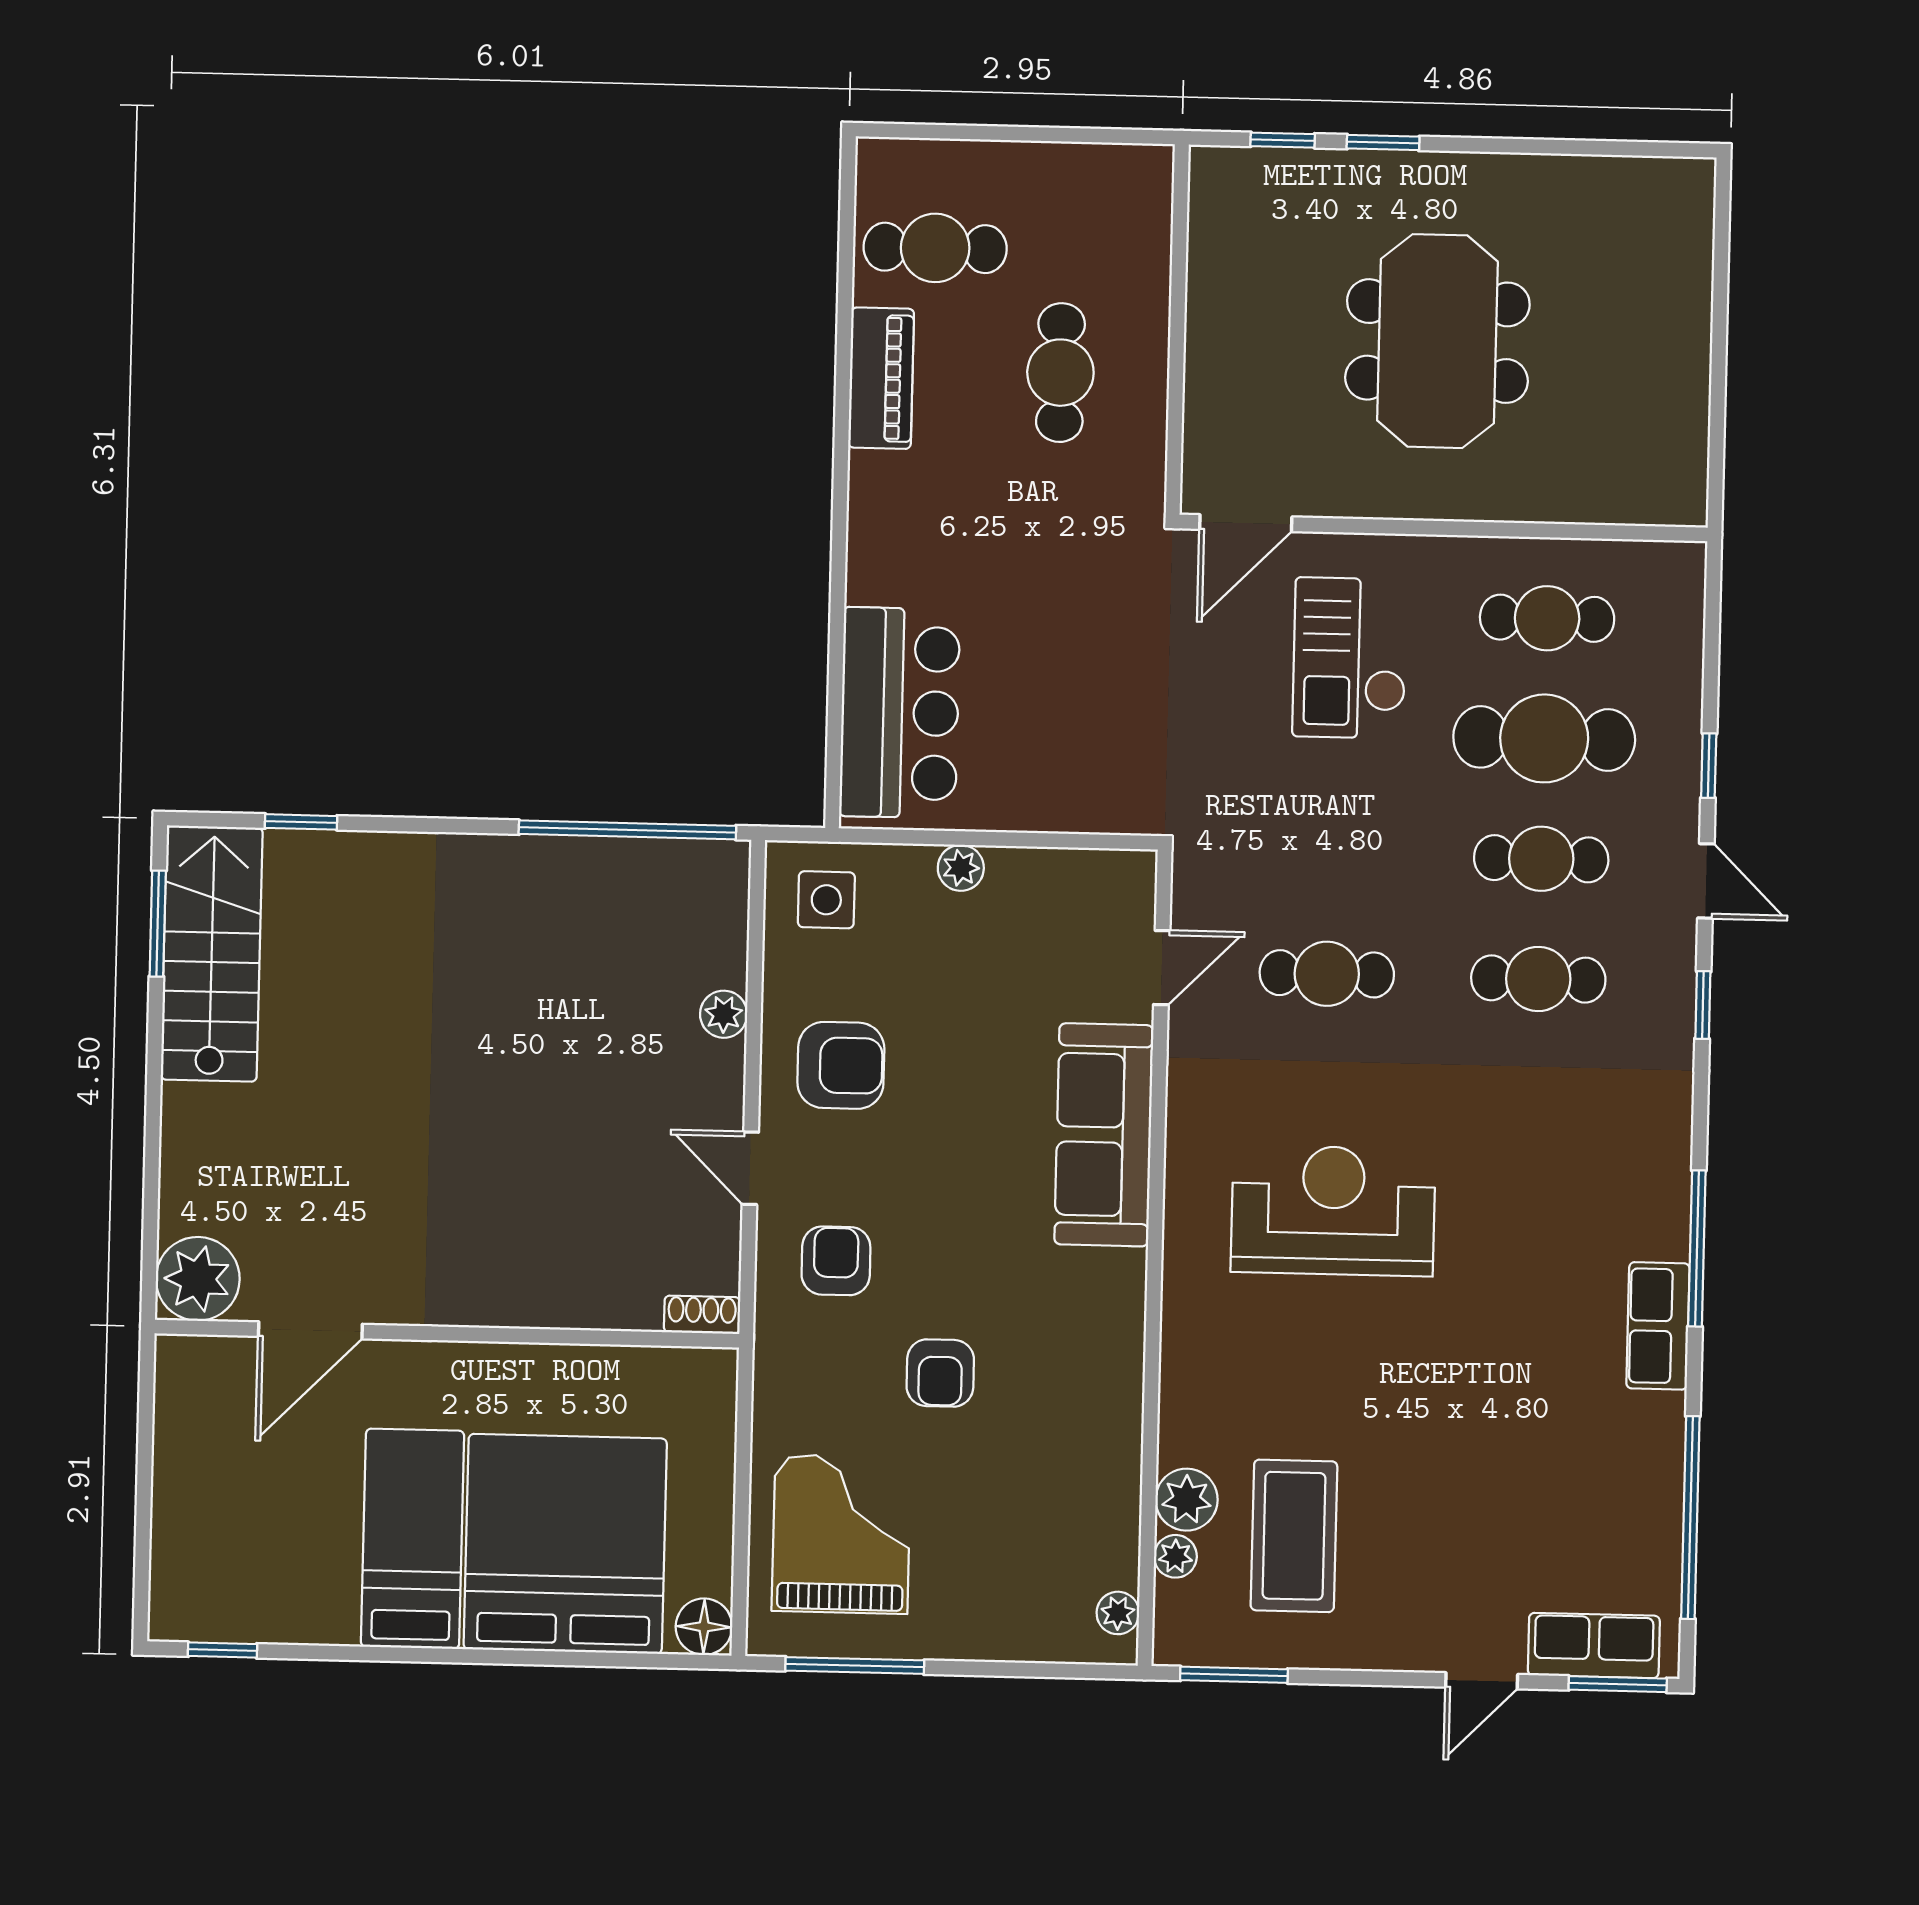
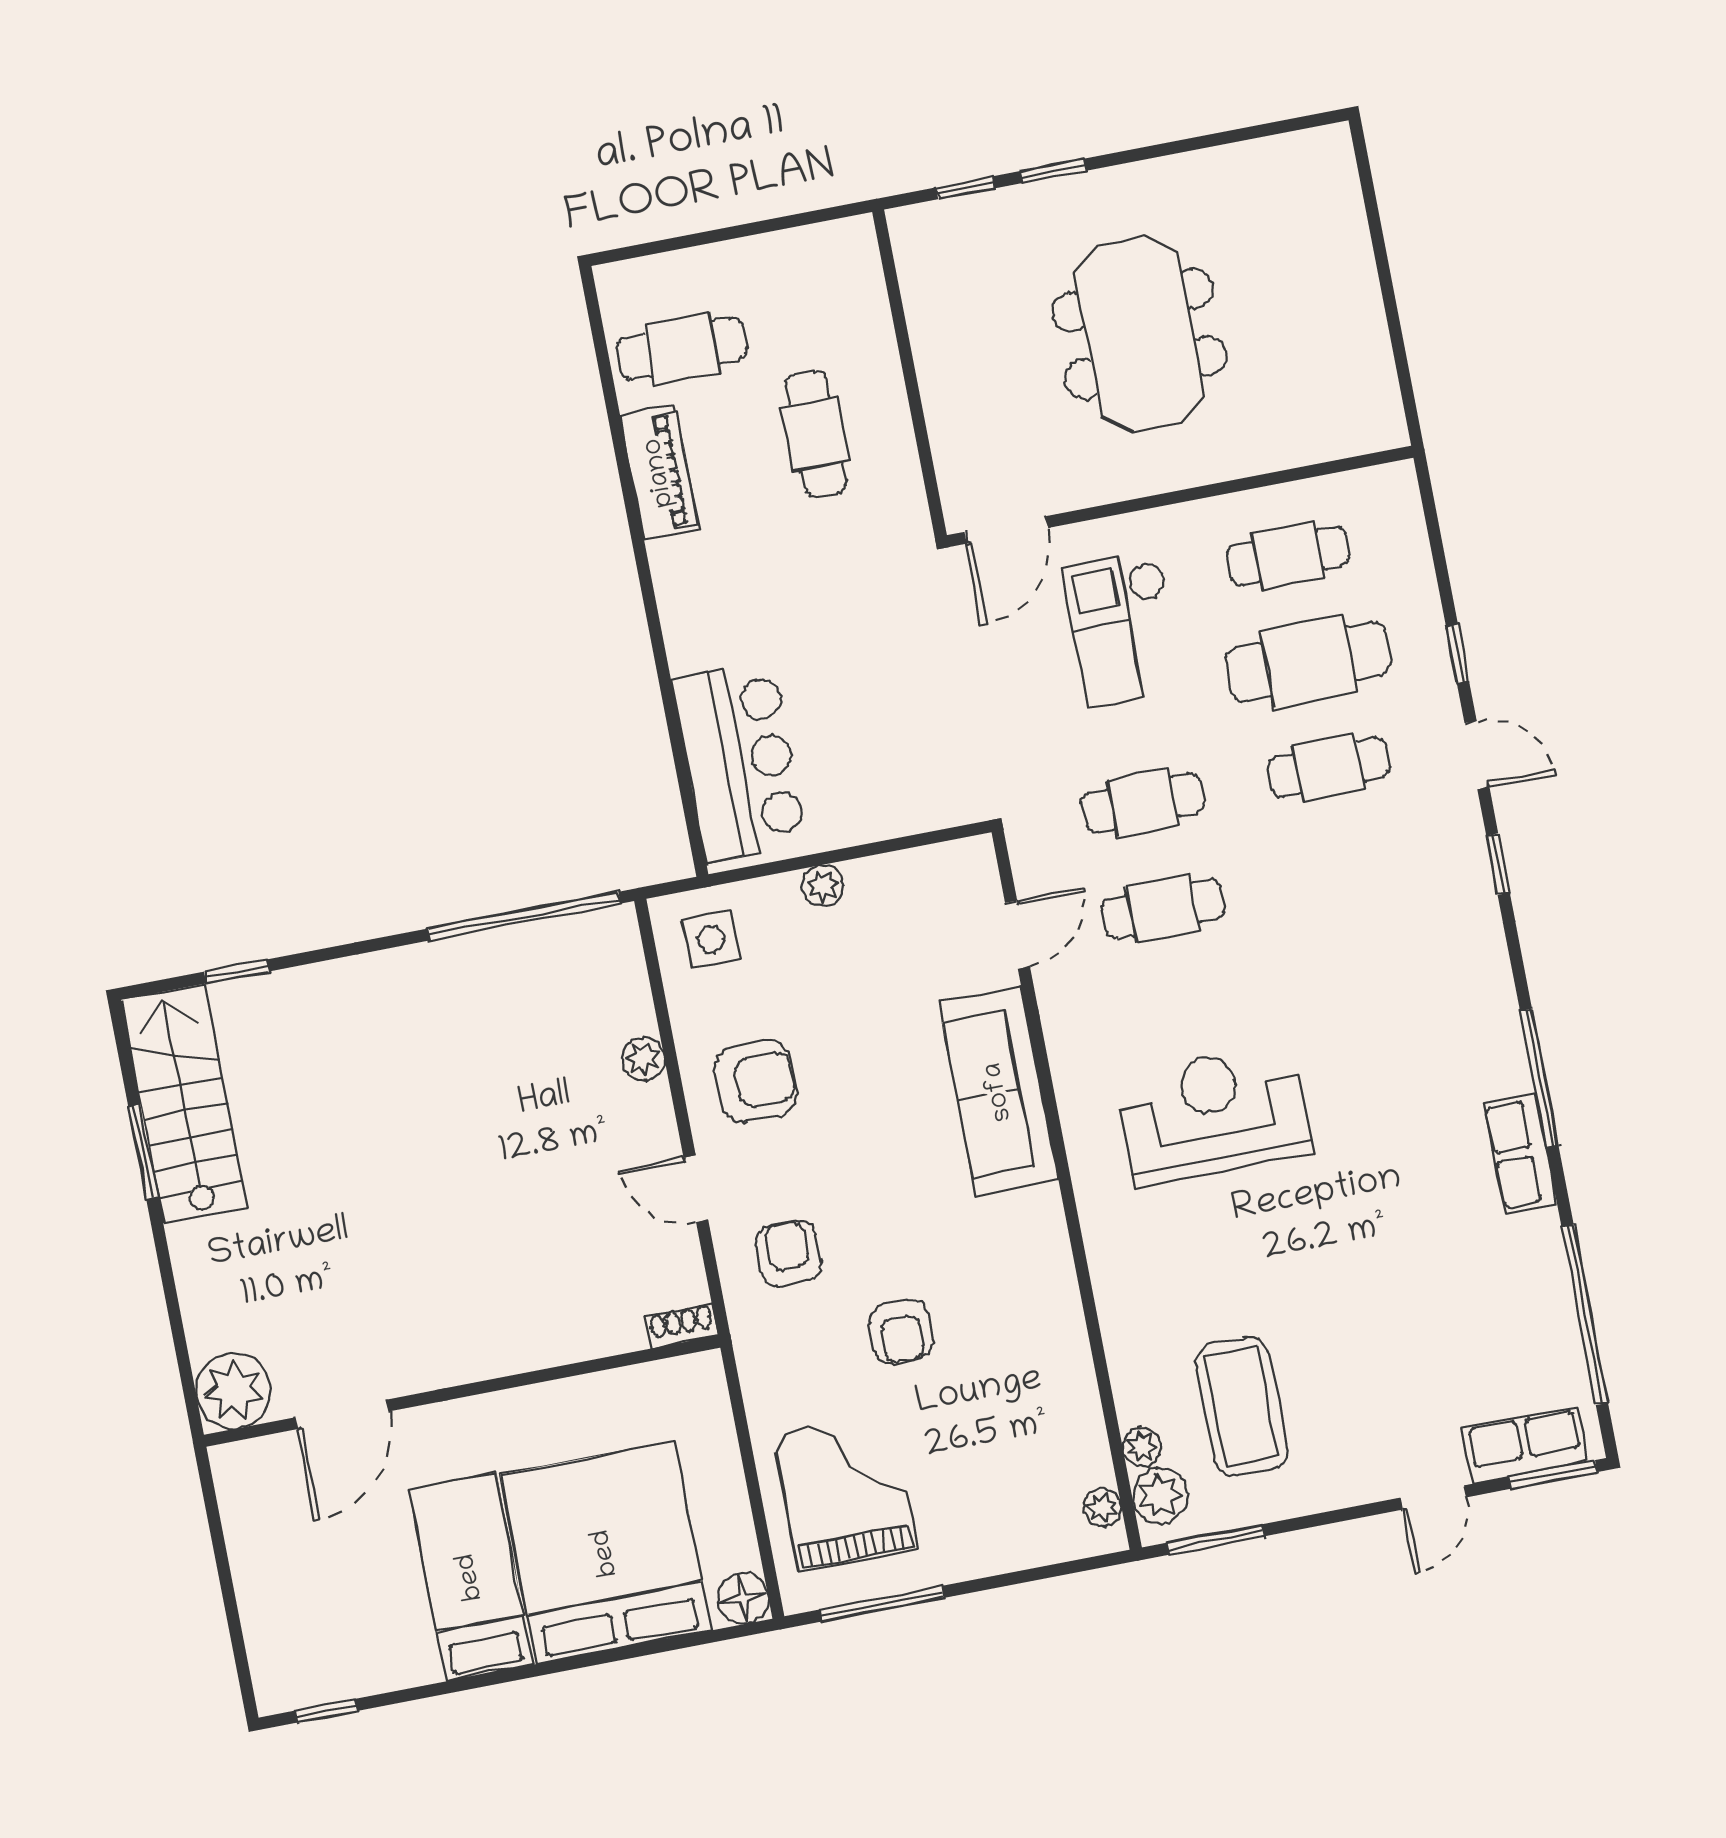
window: (158, 924) -> (143, 1152), moved
cafe table: (1538, 979) -> (1143, 803), moved
plant: (1187, 1500) -> (1160, 1495), moved

